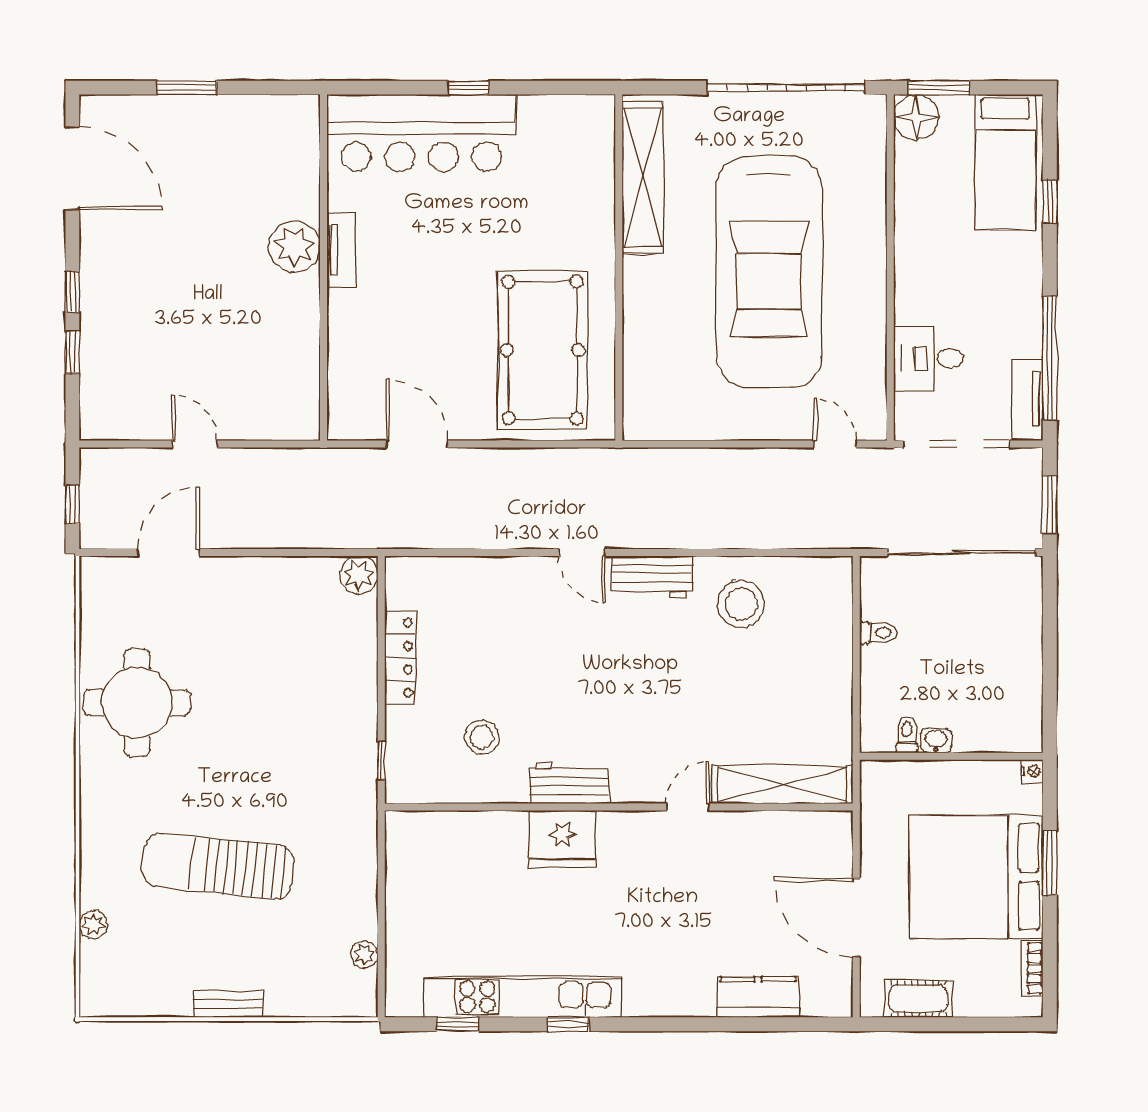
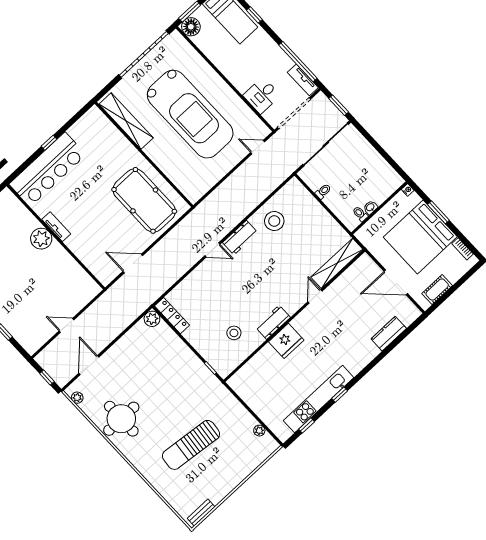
locker: (400, 658) -> (172, 316), moved
plant: (93, 925) -> (77, 398), moved
bench: (228, 1004) -> (201, 513), moved

